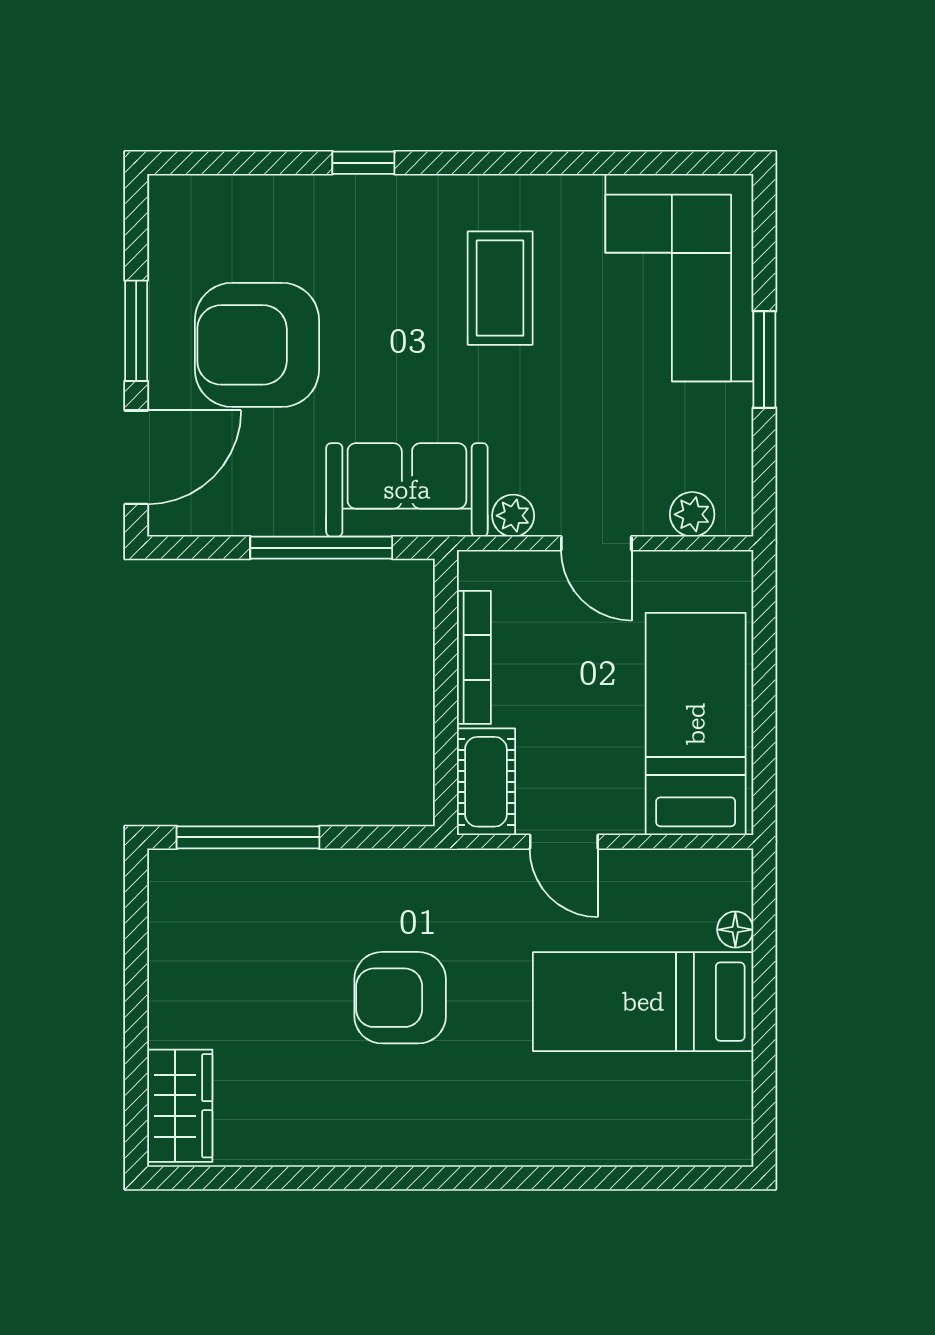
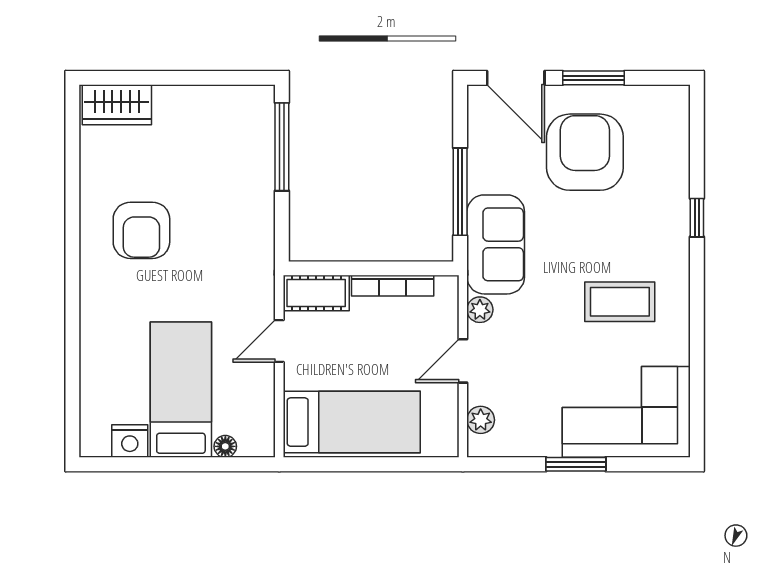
armchair: (400, 998) -> (141, 230), moved, turned 180
nightstand: (727, 1085) -> (130, 441), added

